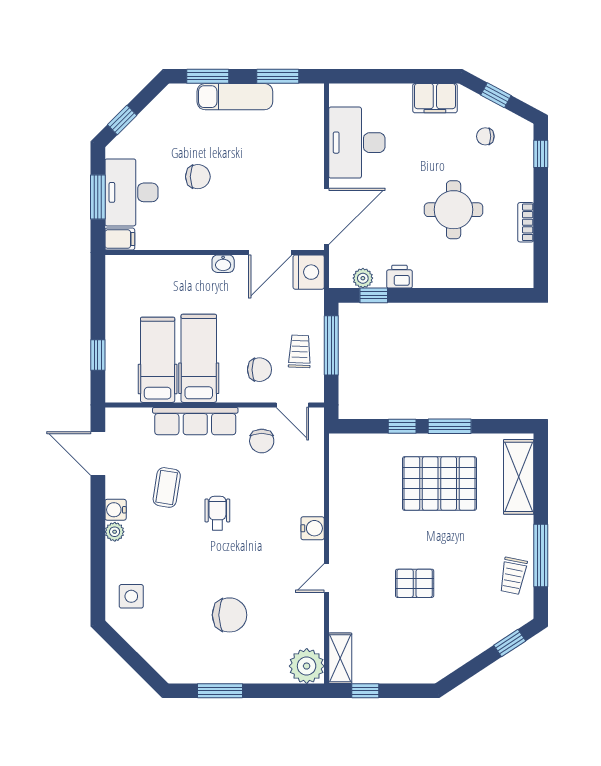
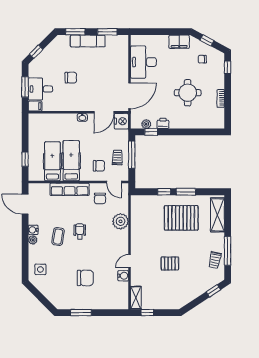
desk: (131, 192) -> (40, 89), width x0.73
coffee table: (167, 487) -> (58, 236), moved
water cooler: (313, 528) -> (123, 276), moved
plant: (307, 666) -> (120, 221), moved

